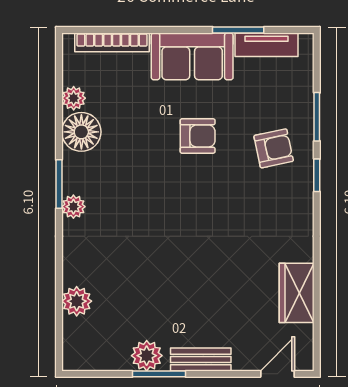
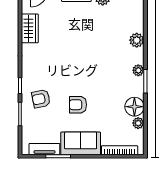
plant: (77, 301) -> (137, 40), moved

